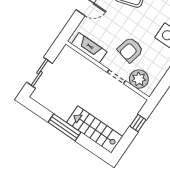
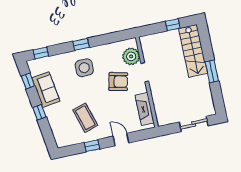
window: (138, 123) -> (173, 25), moved
window: (64, 127) -> (212, 71), width x0.69

